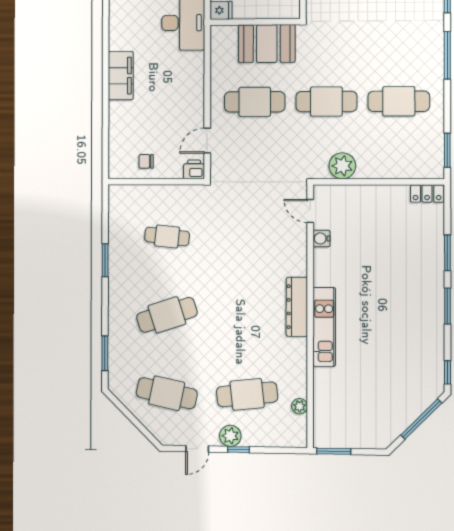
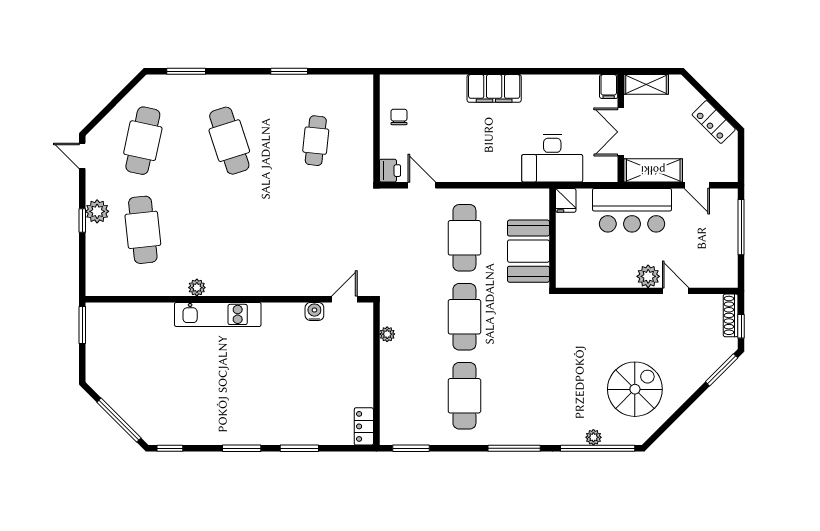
plant: (342, 166) -> (387, 334), width x0.53, depth x0.53
dresser: (297, 307) -> (240, 284), removed
plant: (300, 406) -> (197, 288), moved
door: (197, 449) -> (82, 156), moved

